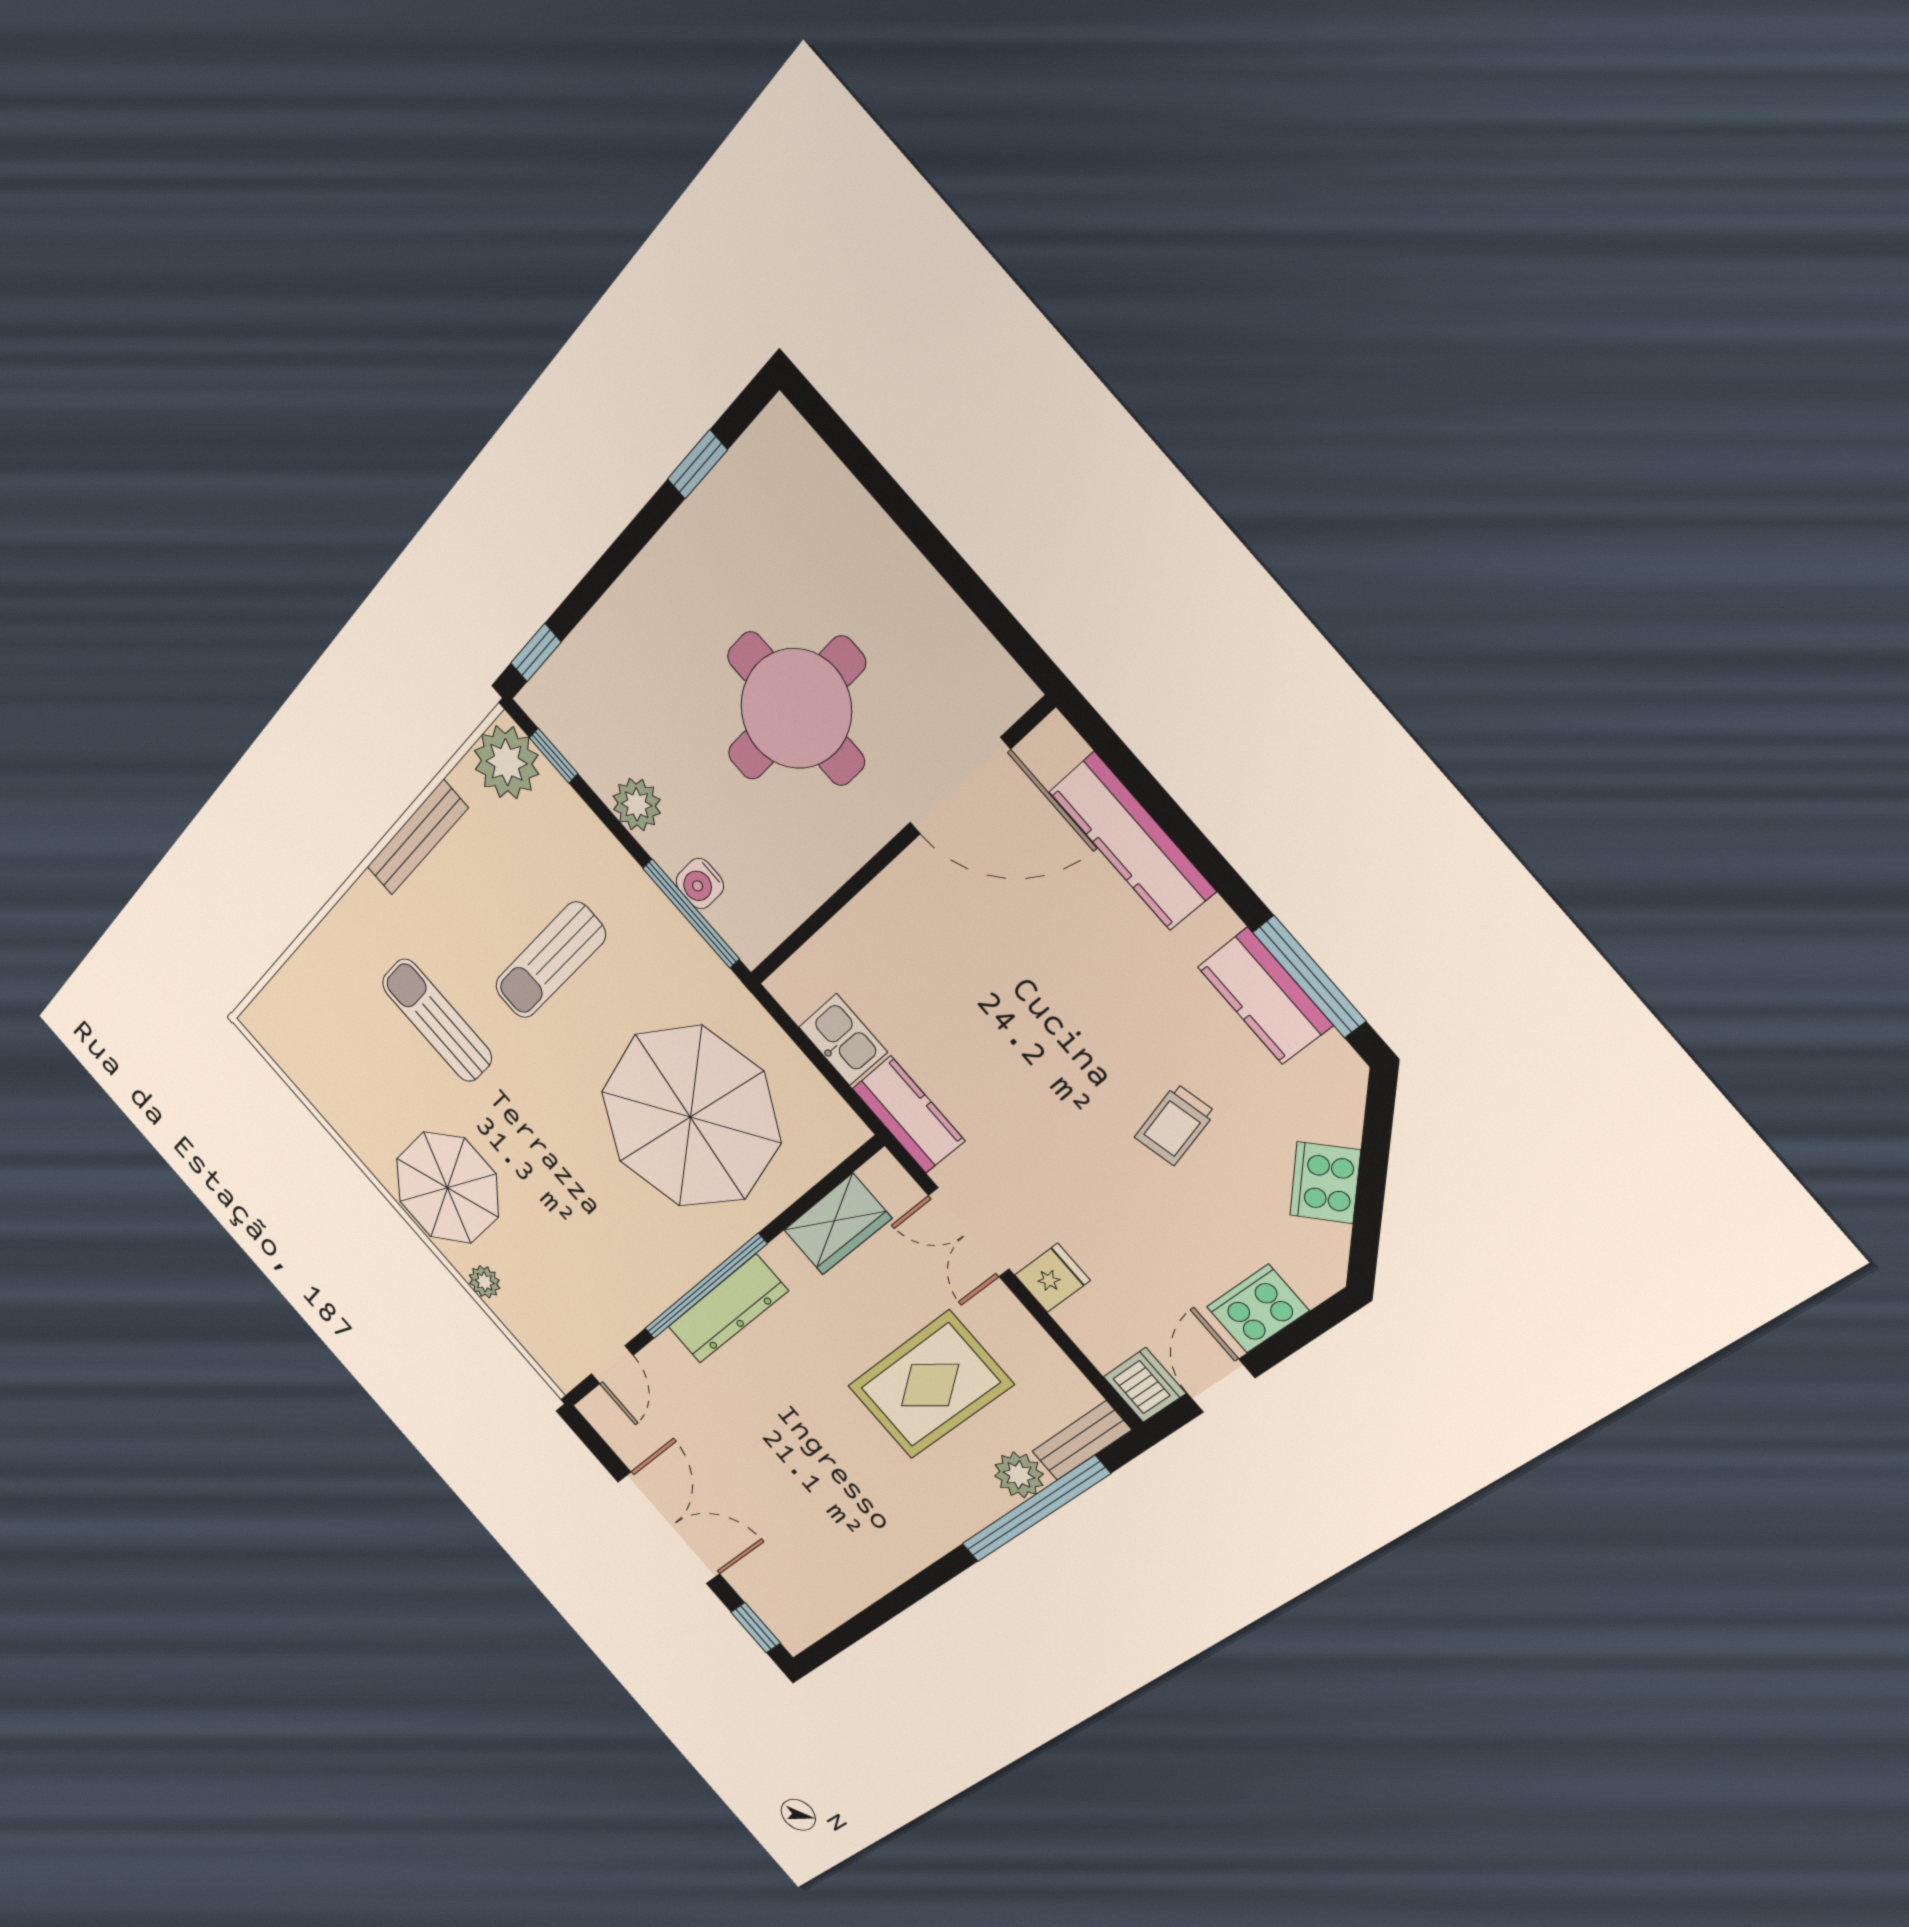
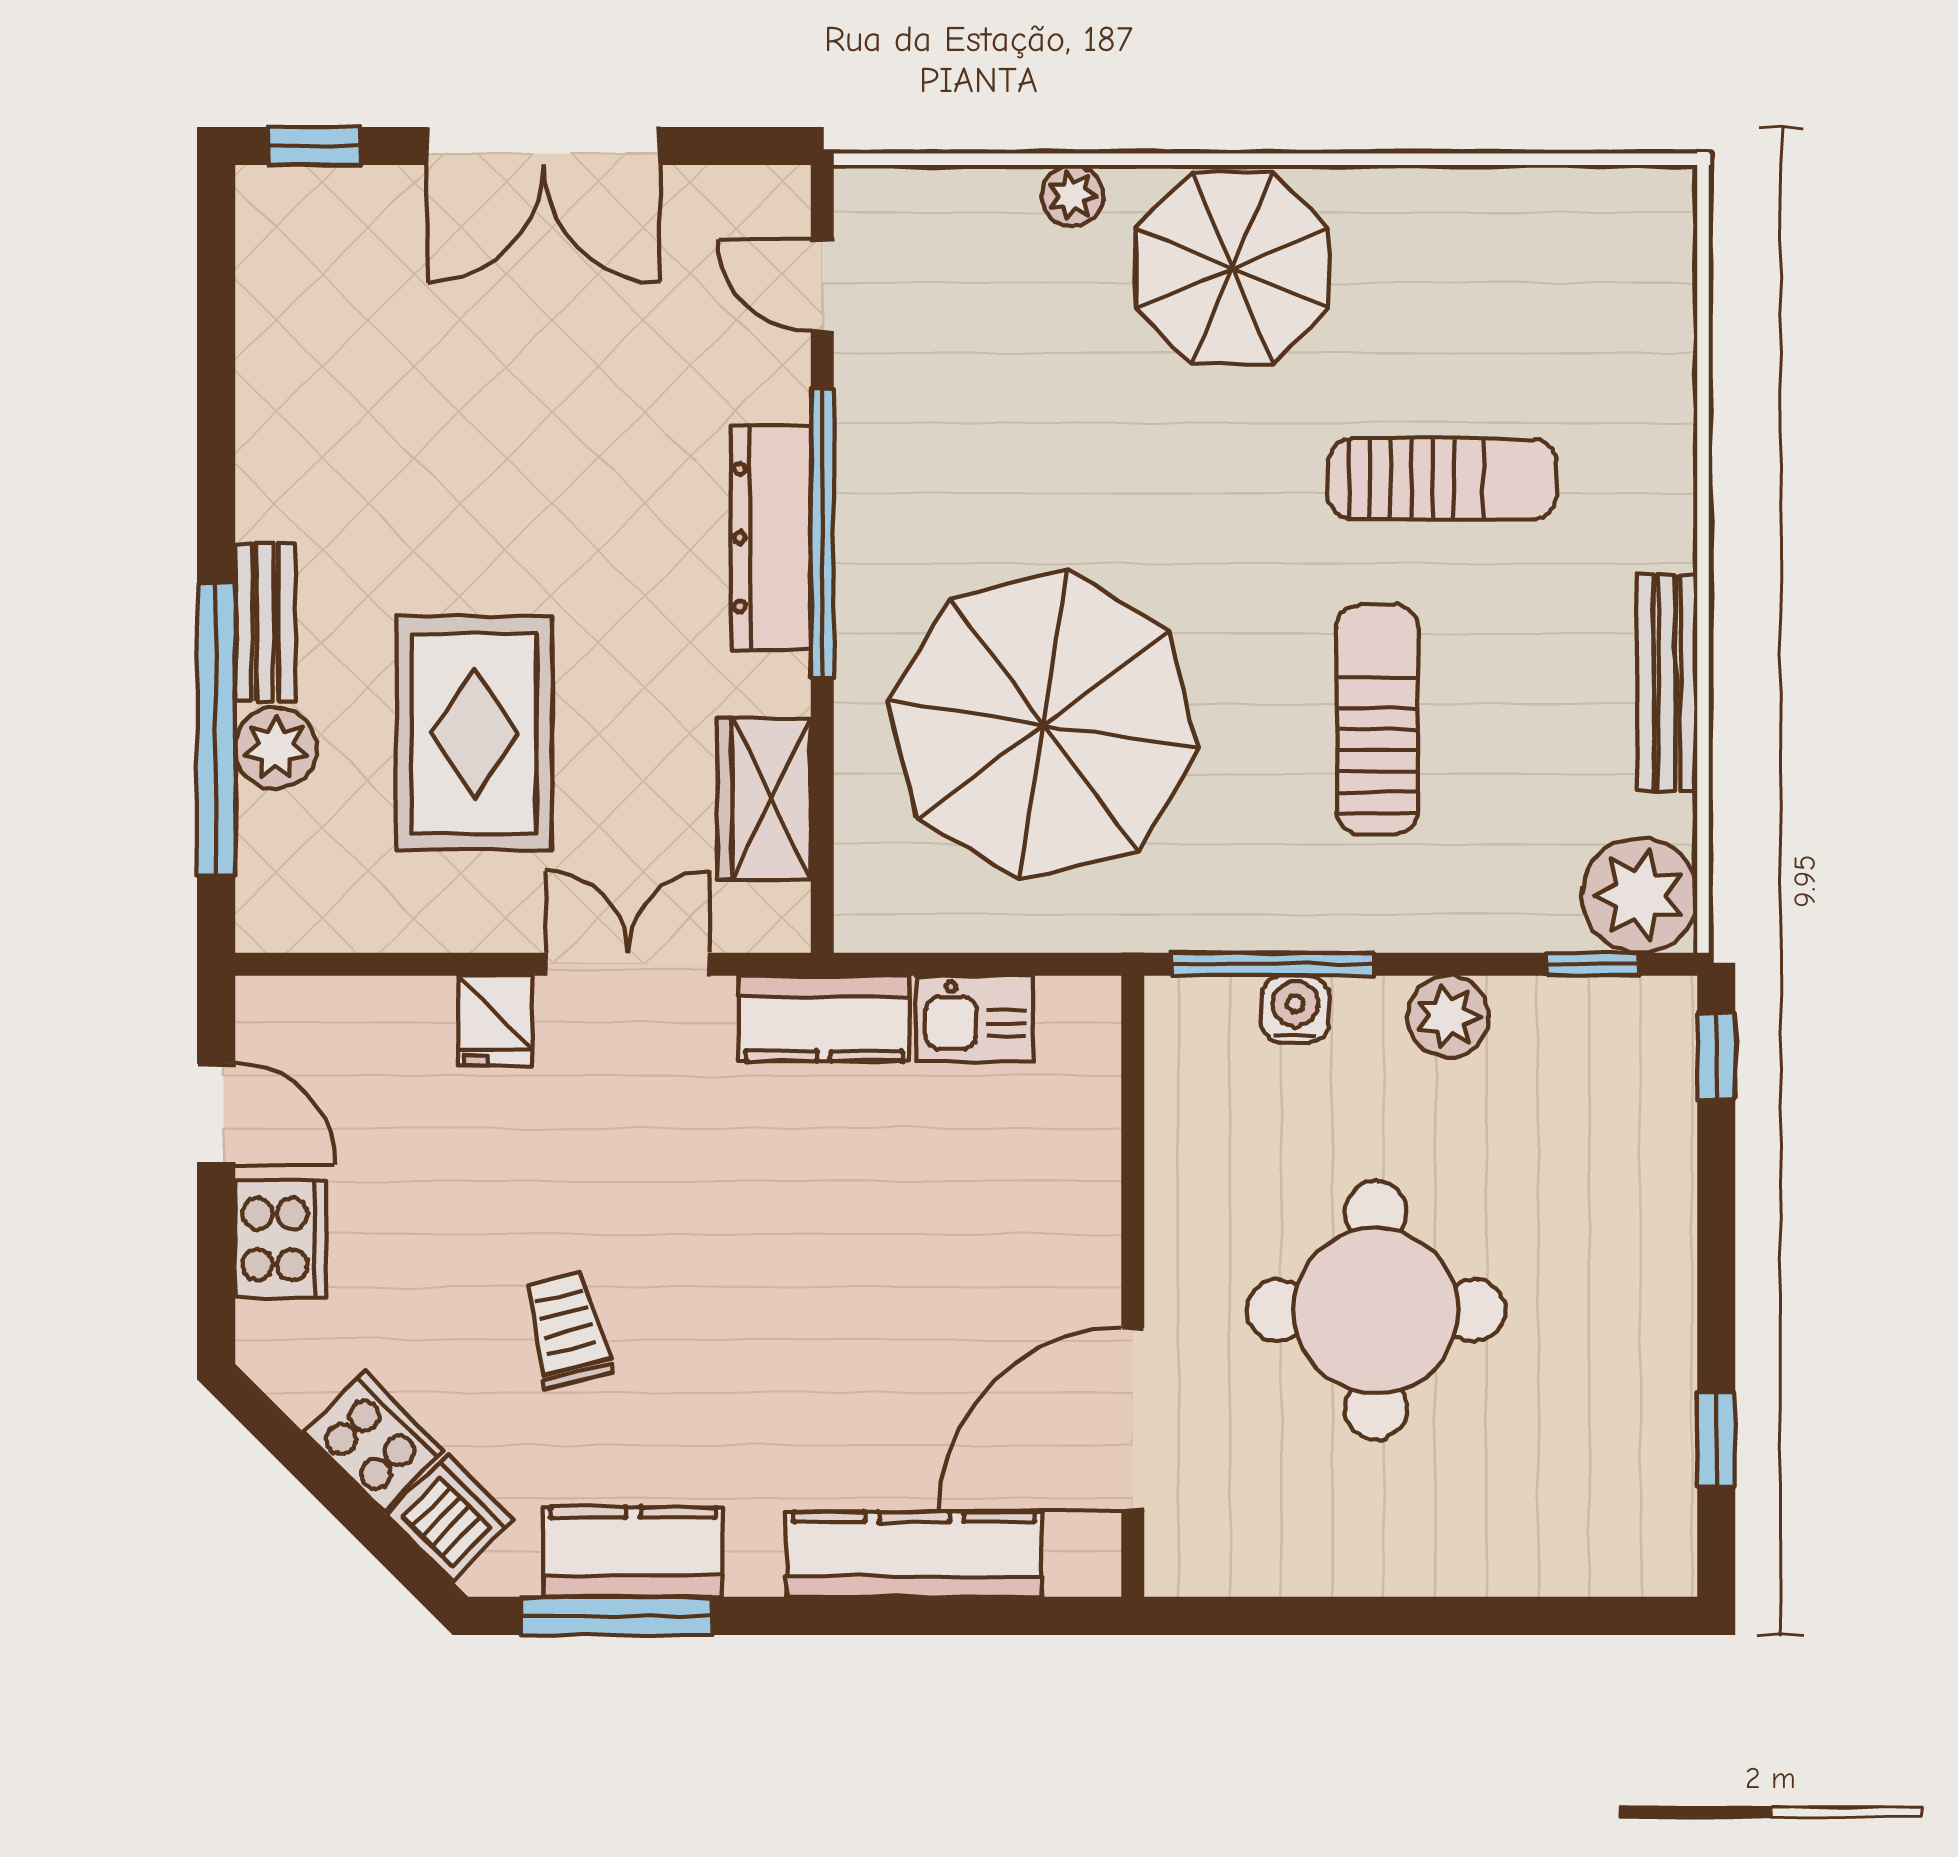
dishwasher: (1144, 1385) -> (451, 1518), moved, turned -135
bench: (1082, 1441) -> (265, 622), moved

